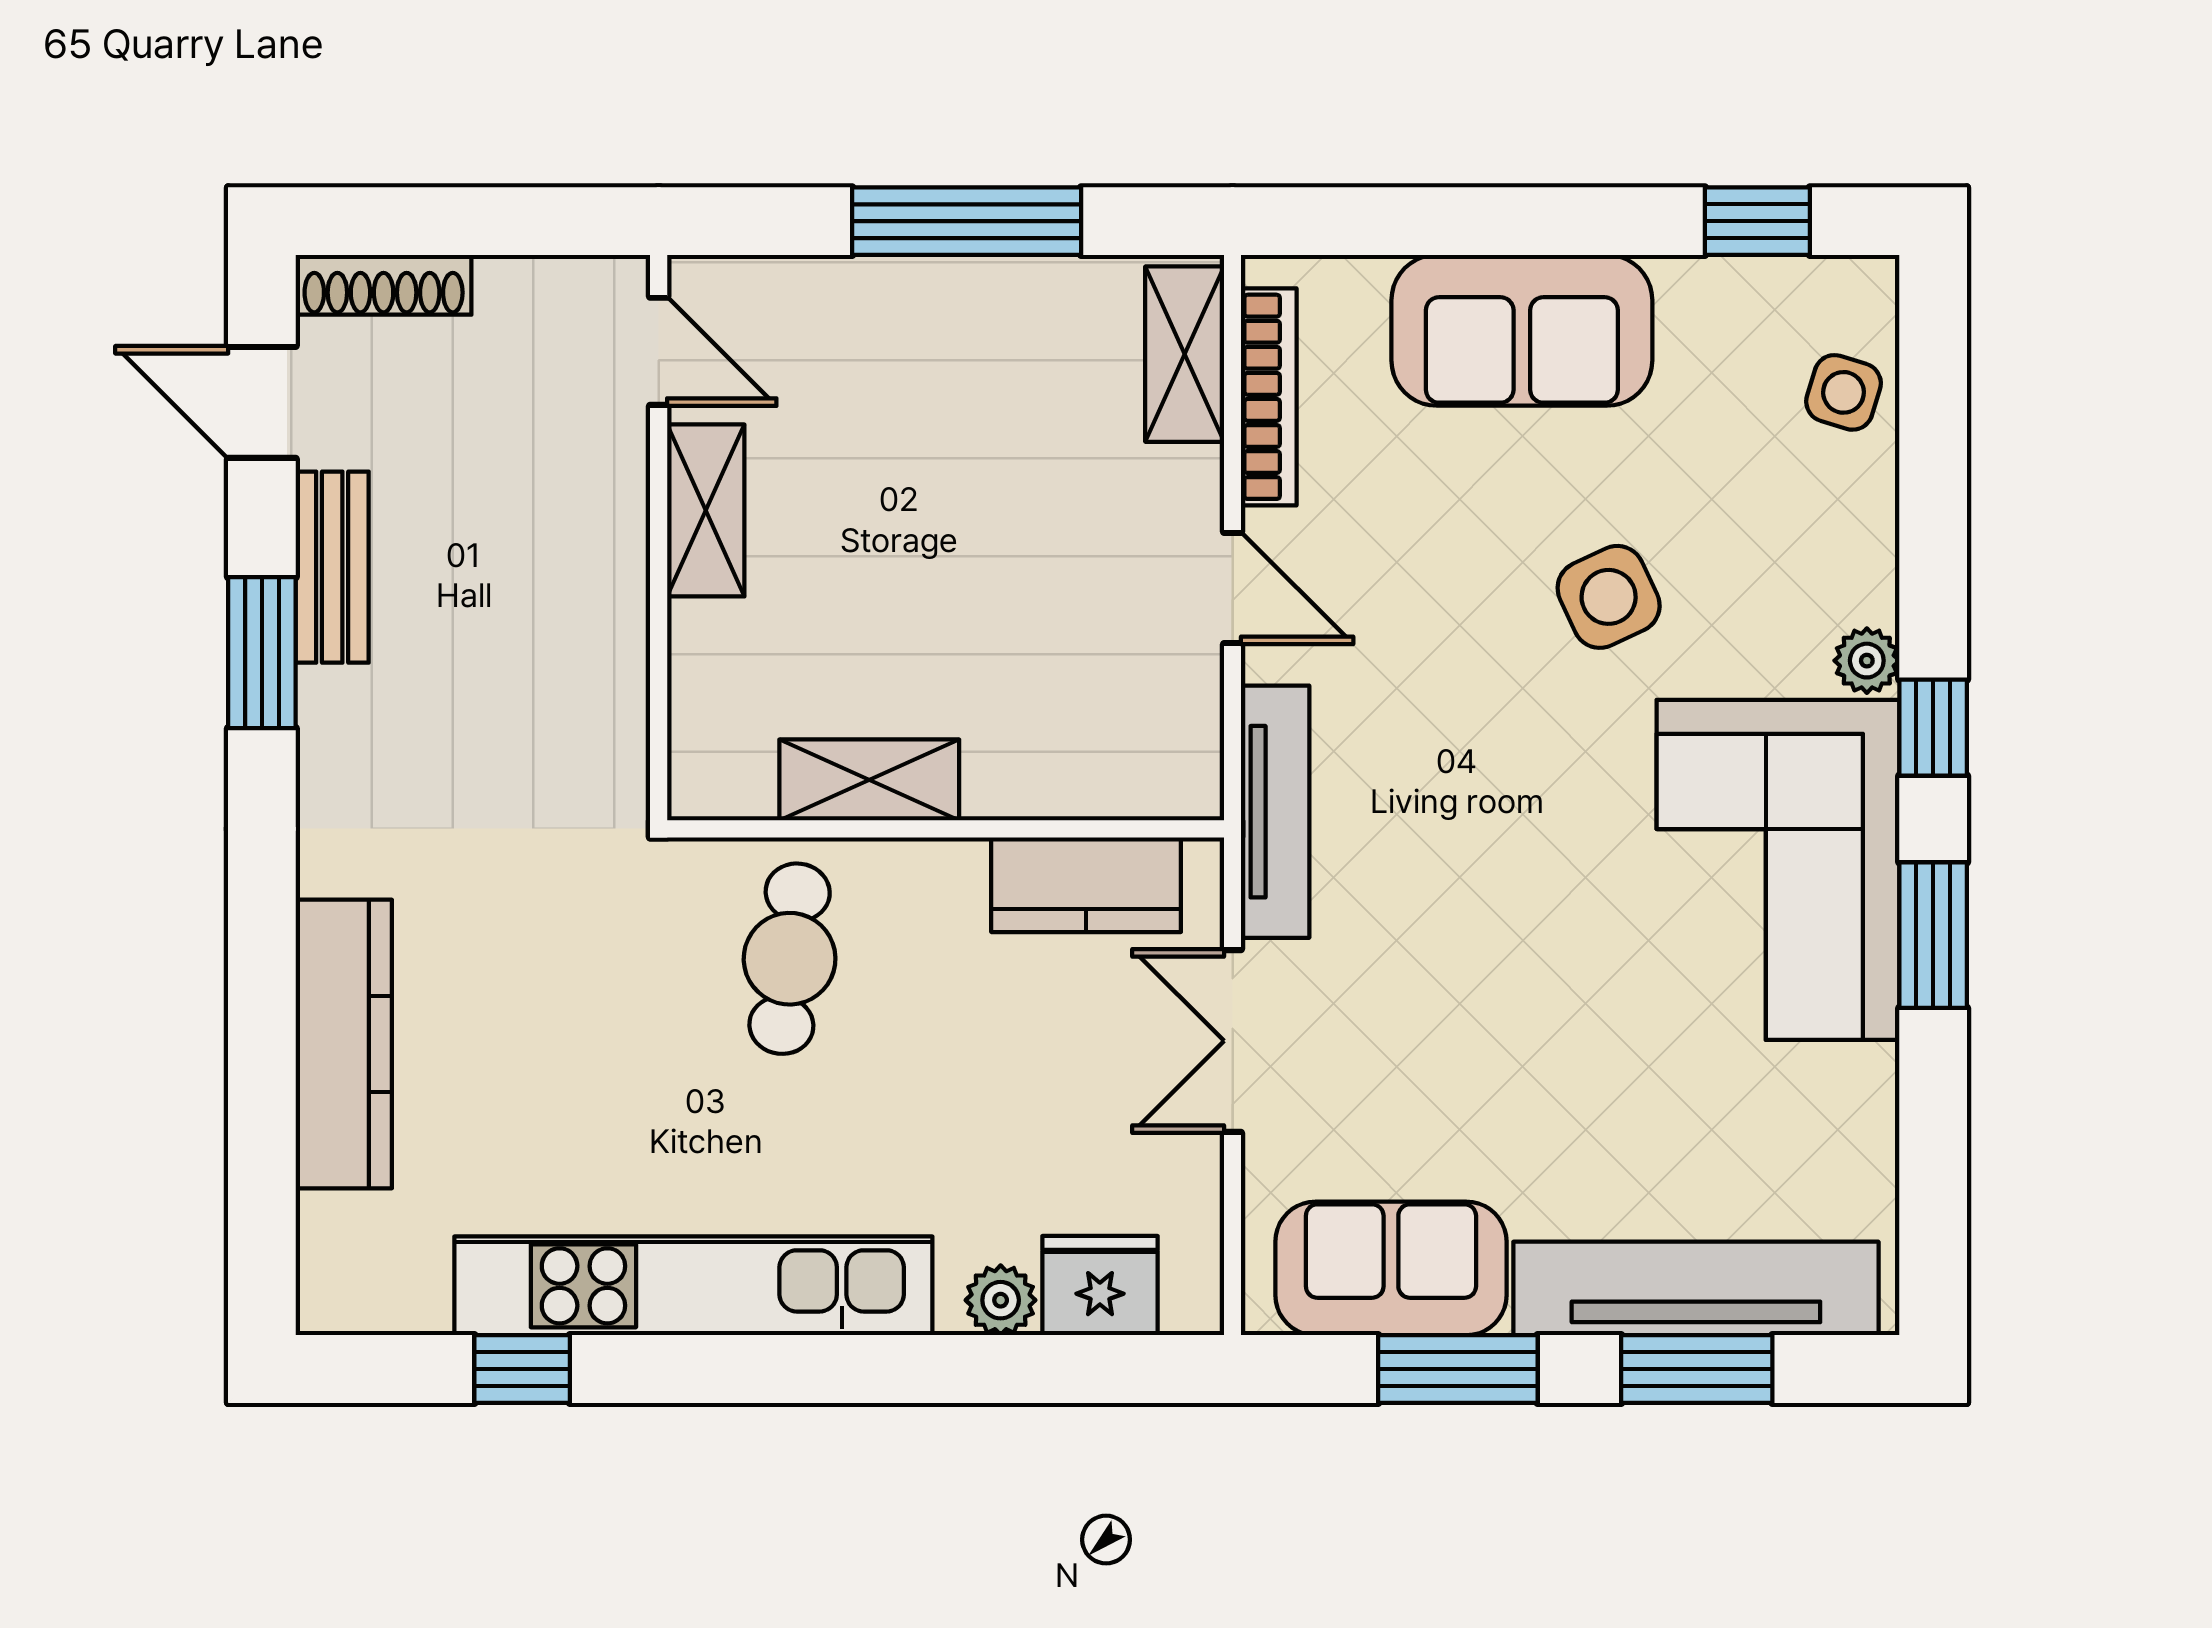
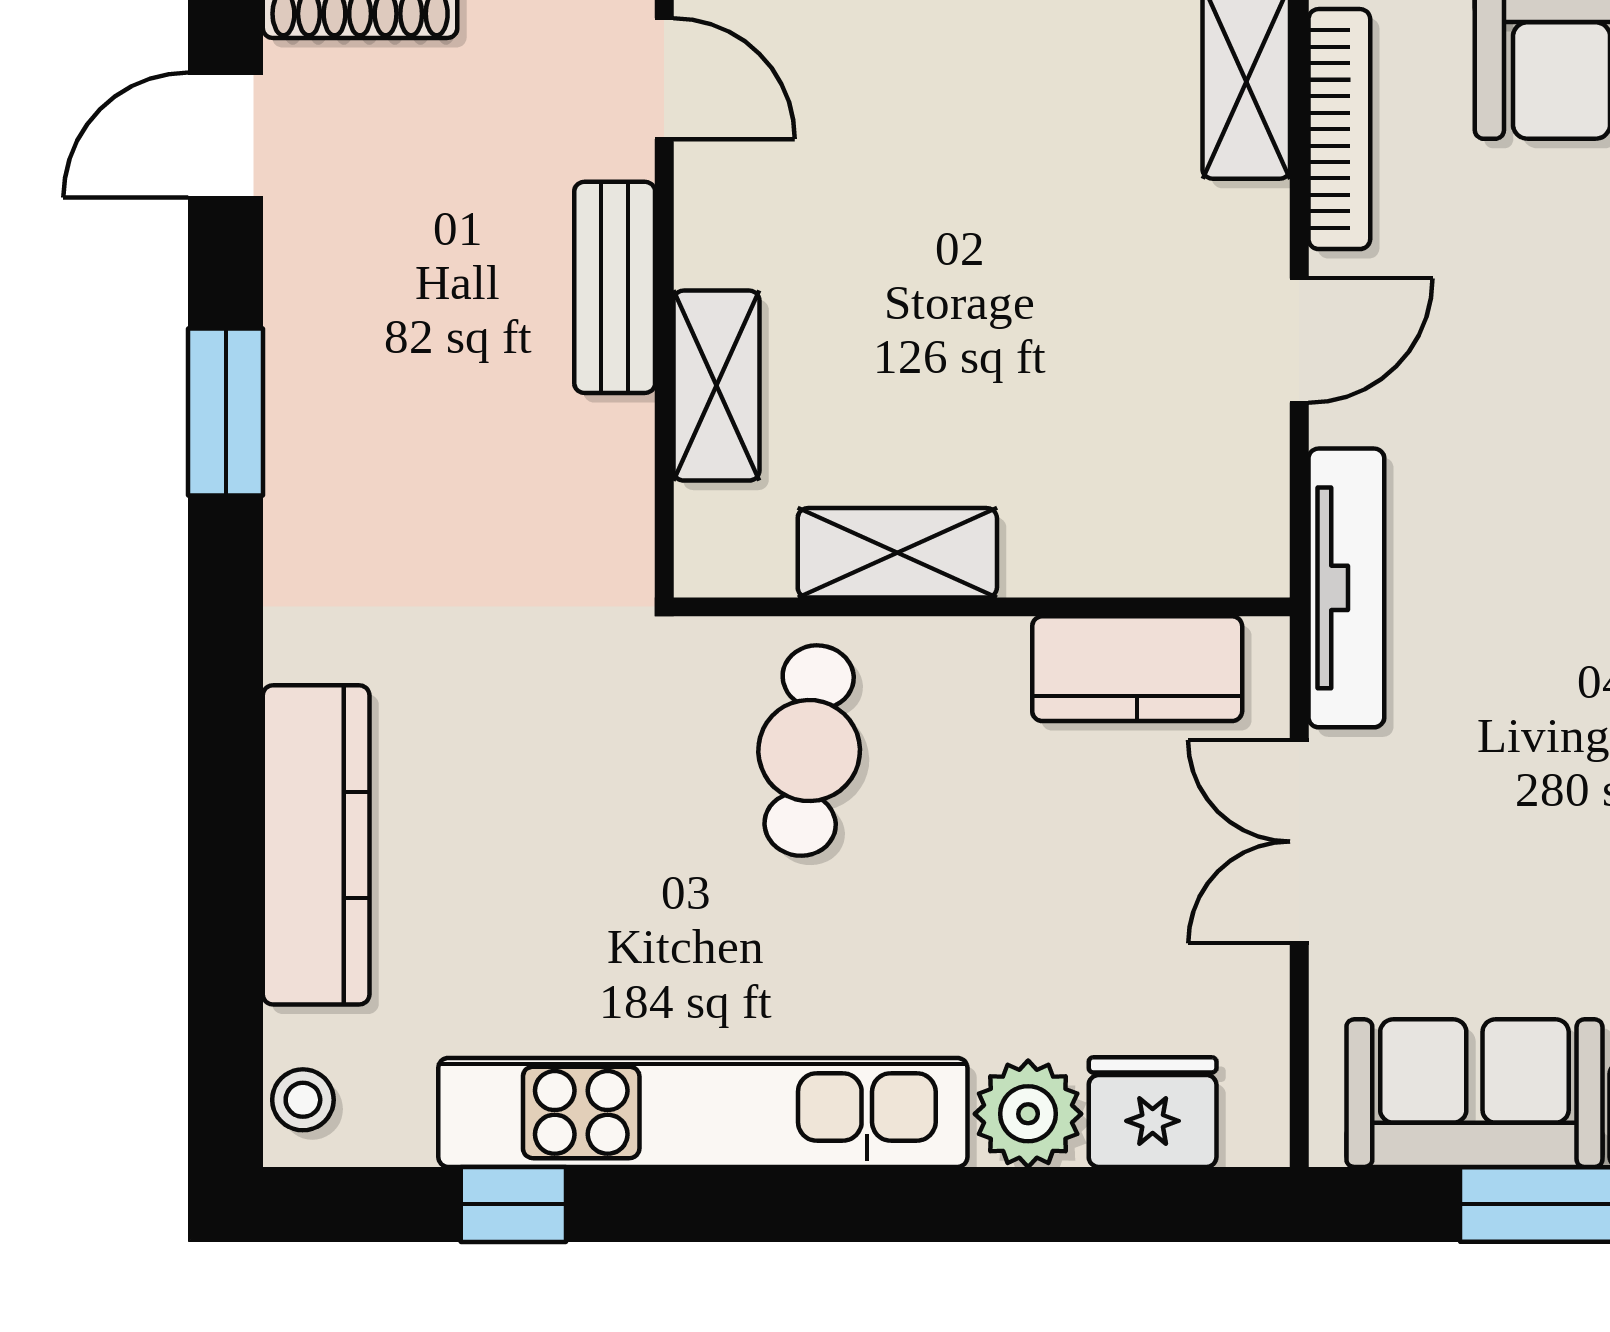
door: (262, 402) -> (226, 135), hinge flipped
shelving: (706, 510) -> (716, 386), moved
bench: (332, 567) -> (615, 287), moved
door: (1233, 588) -> (1299, 341), hinge flipped
stool: (332, 1274) -> (303, 1100), added
plant: (1001, 1300) -> (1028, 1114), width x1.38, depth x1.38

